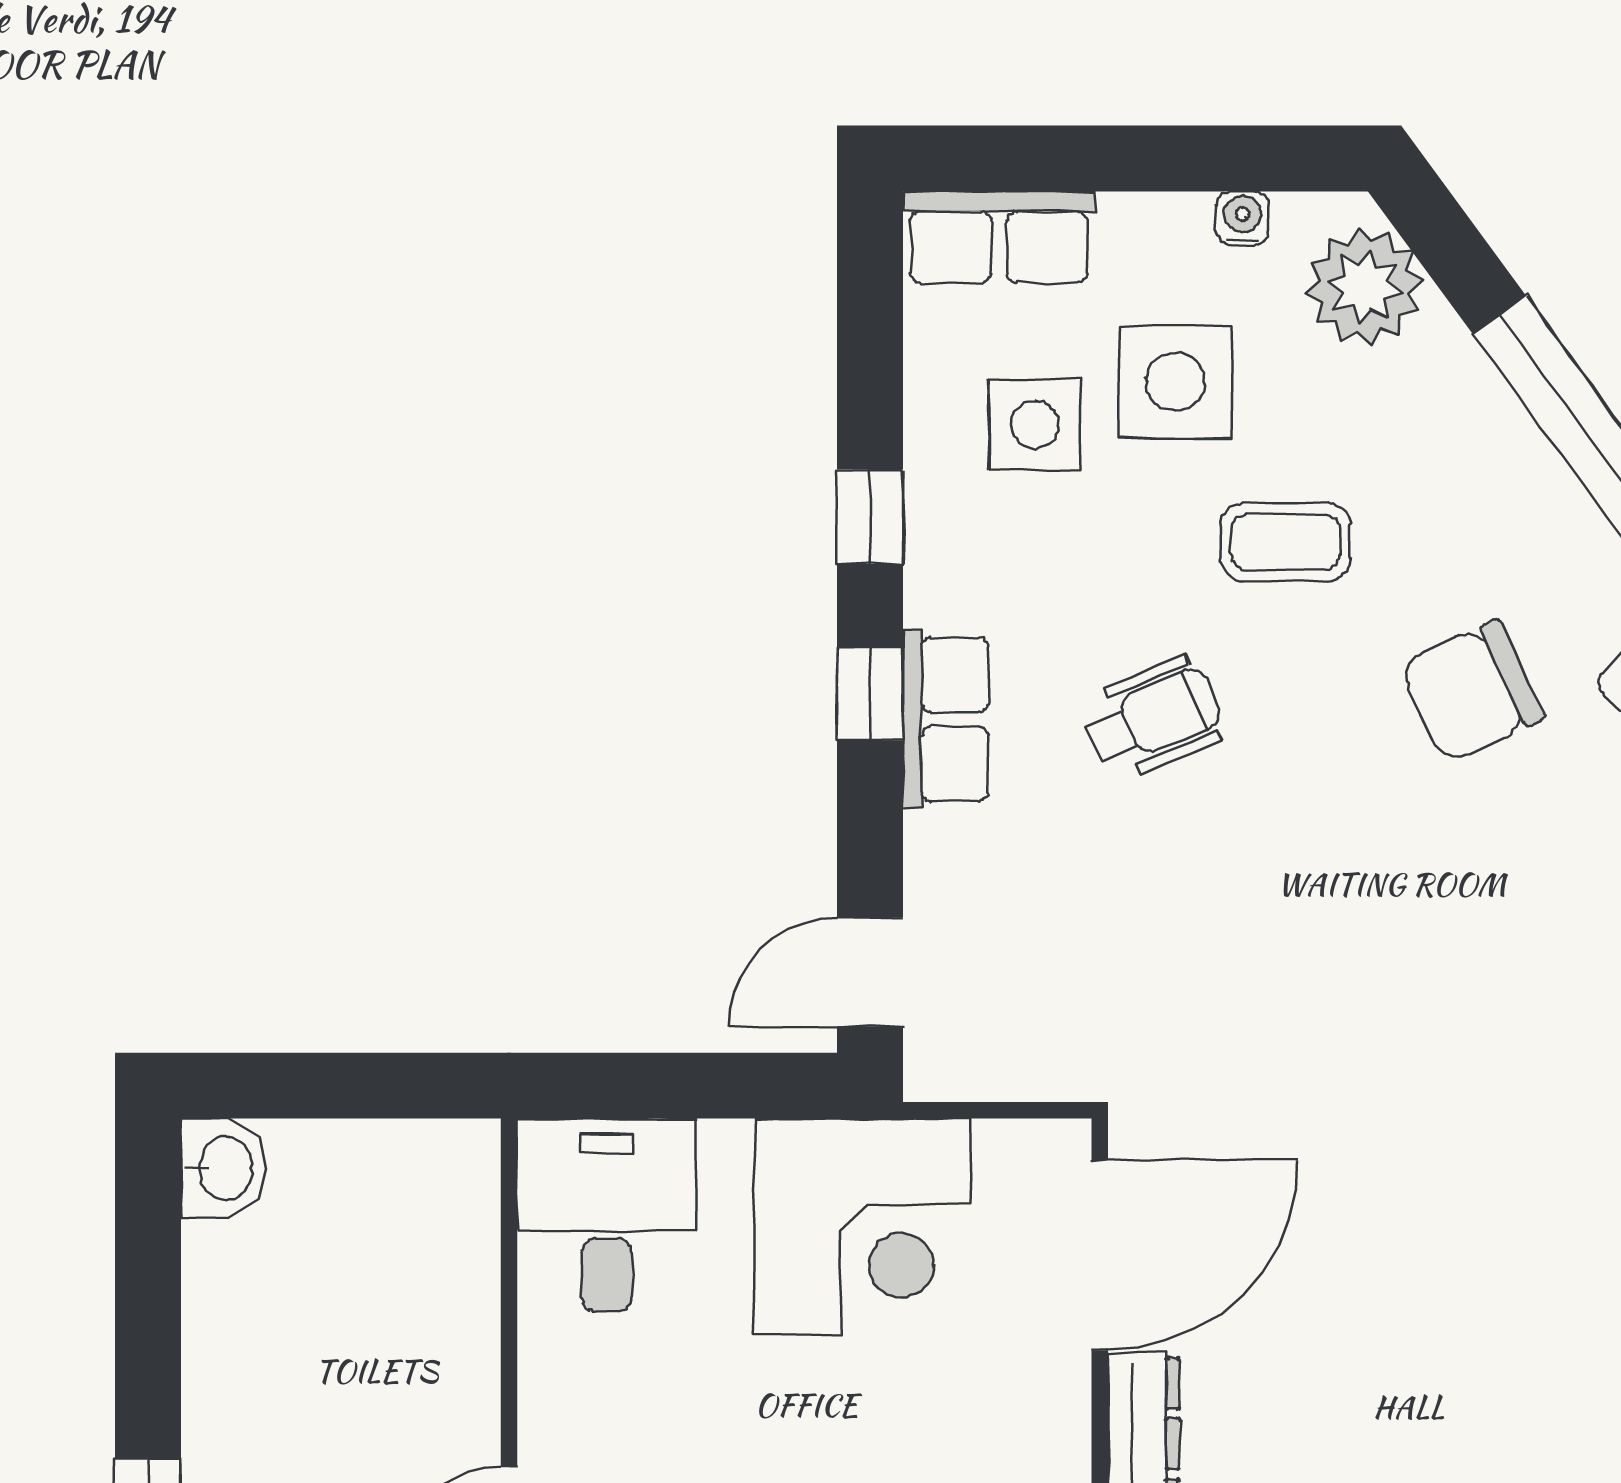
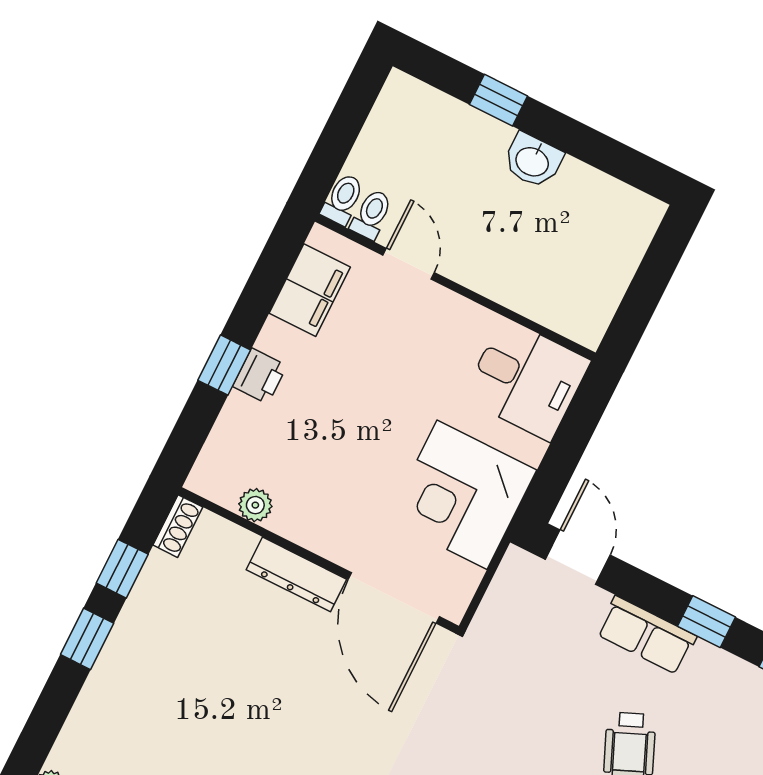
row of seats: (945, 719) -> (646, 635), moved
washbasin: (223, 1168) -> (533, 161), moved

